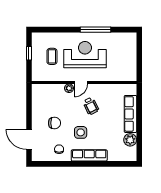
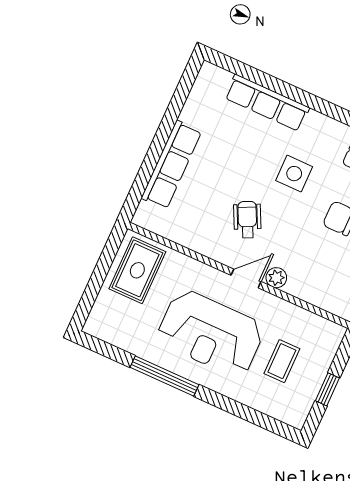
rug: (125, 66) -> (137, 270), added
plant: (130, 140) -> (197, 111), removed
row of seats: (89, 155) -> (267, 103), moved

